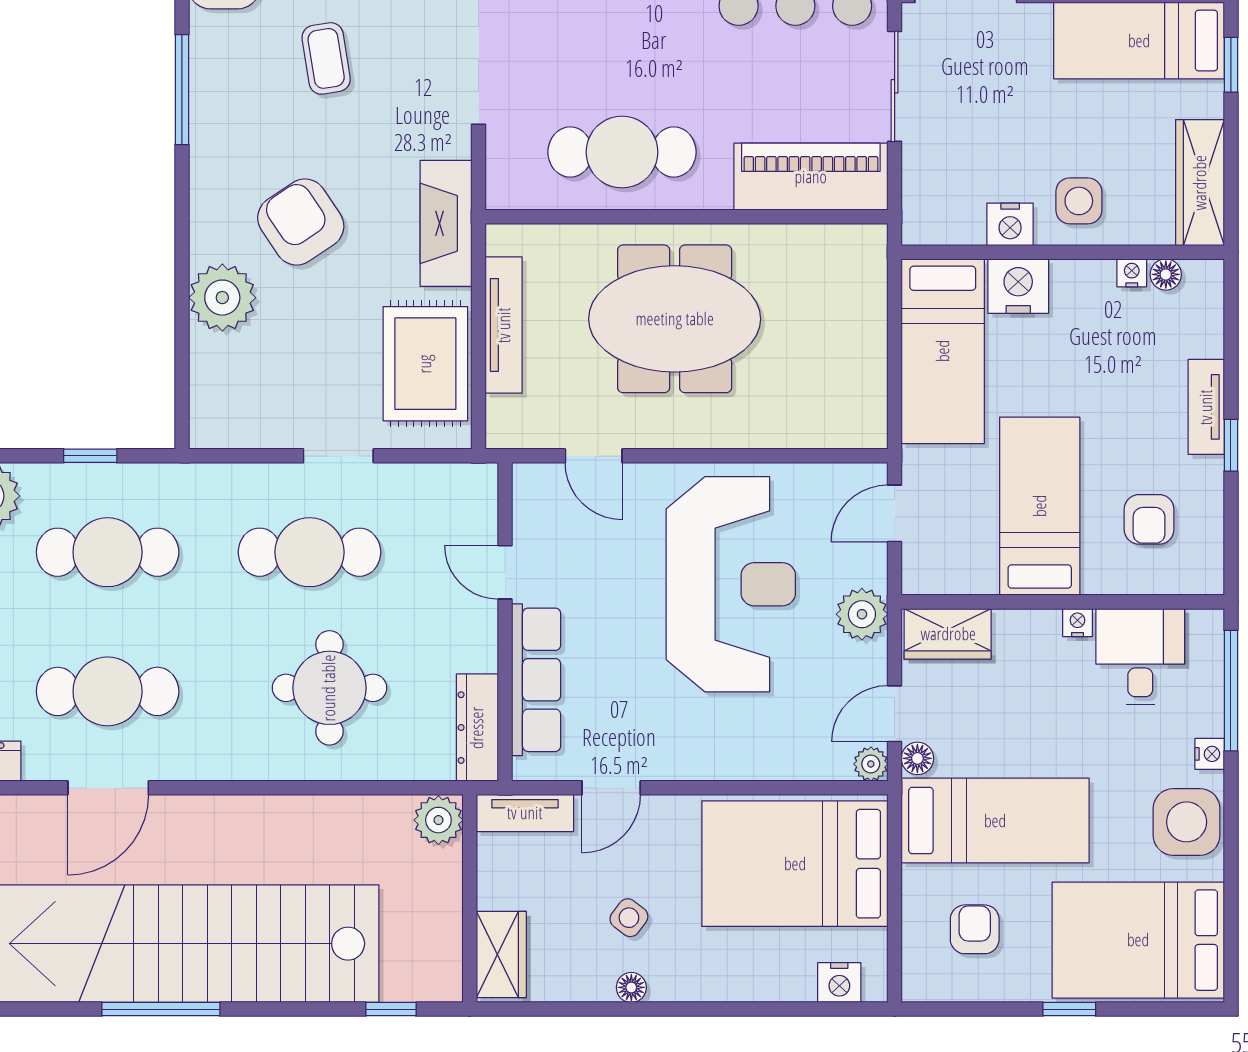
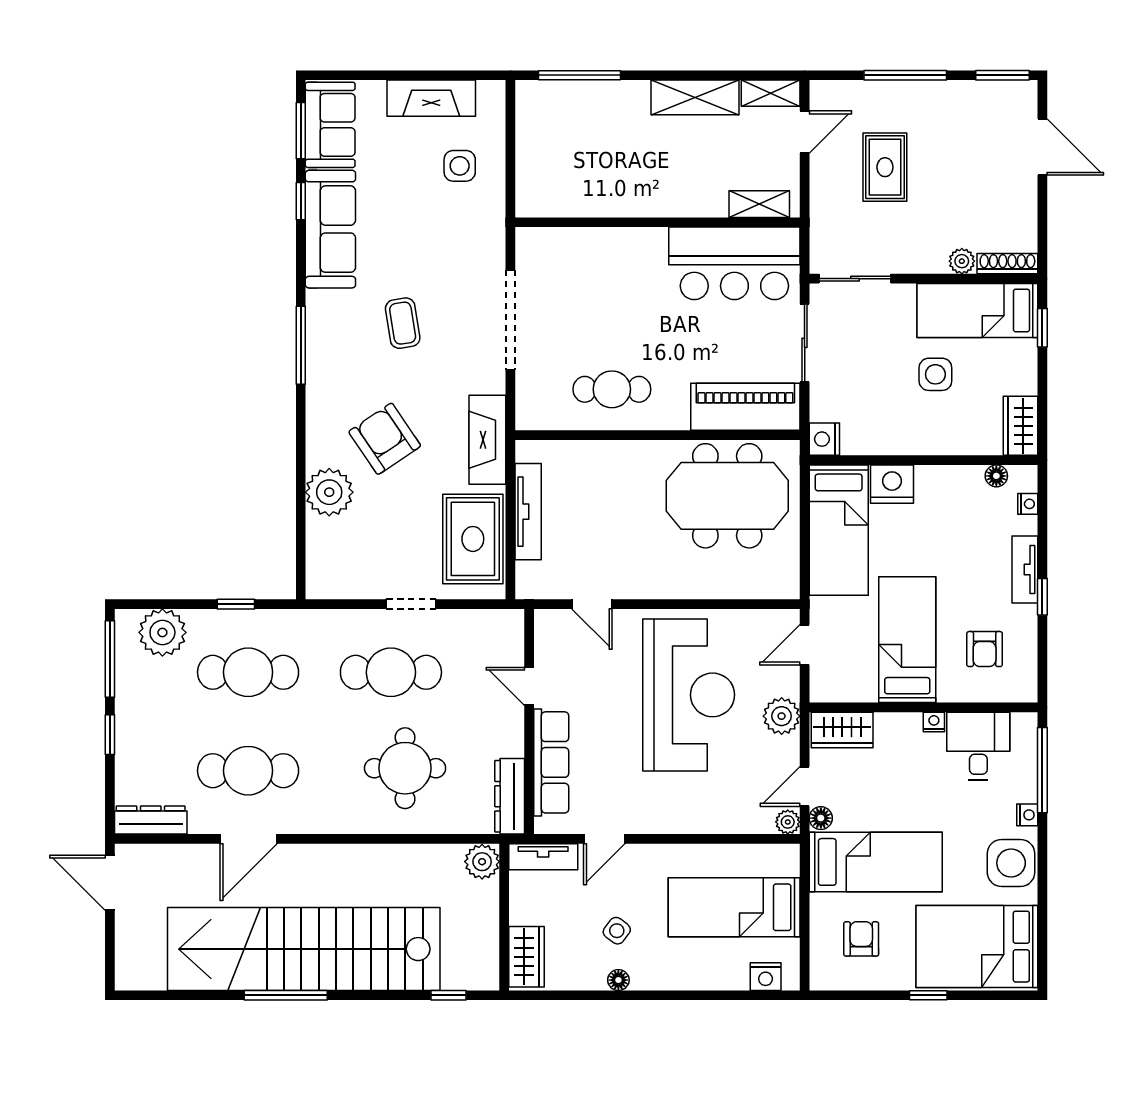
cafe table: (622, 152) -> (612, 389), width x0.73, depth x0.74
wardrobe: (1200, 183) -> (1020, 426), width x0.67
side table: (1079, 201) -> (935, 374), moved
nightstand: (1010, 224) -> (824, 439), moved, turned 90
nightstand: (1132, 273) -> (1028, 504), moved, turned 90
meeting table: (675, 319) -> (727, 496), moved
bed: (795, 864) -> (734, 907), width x0.67

